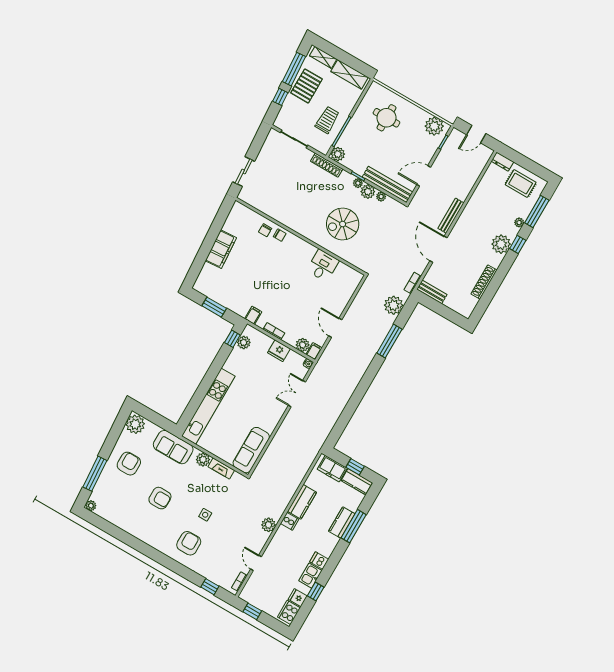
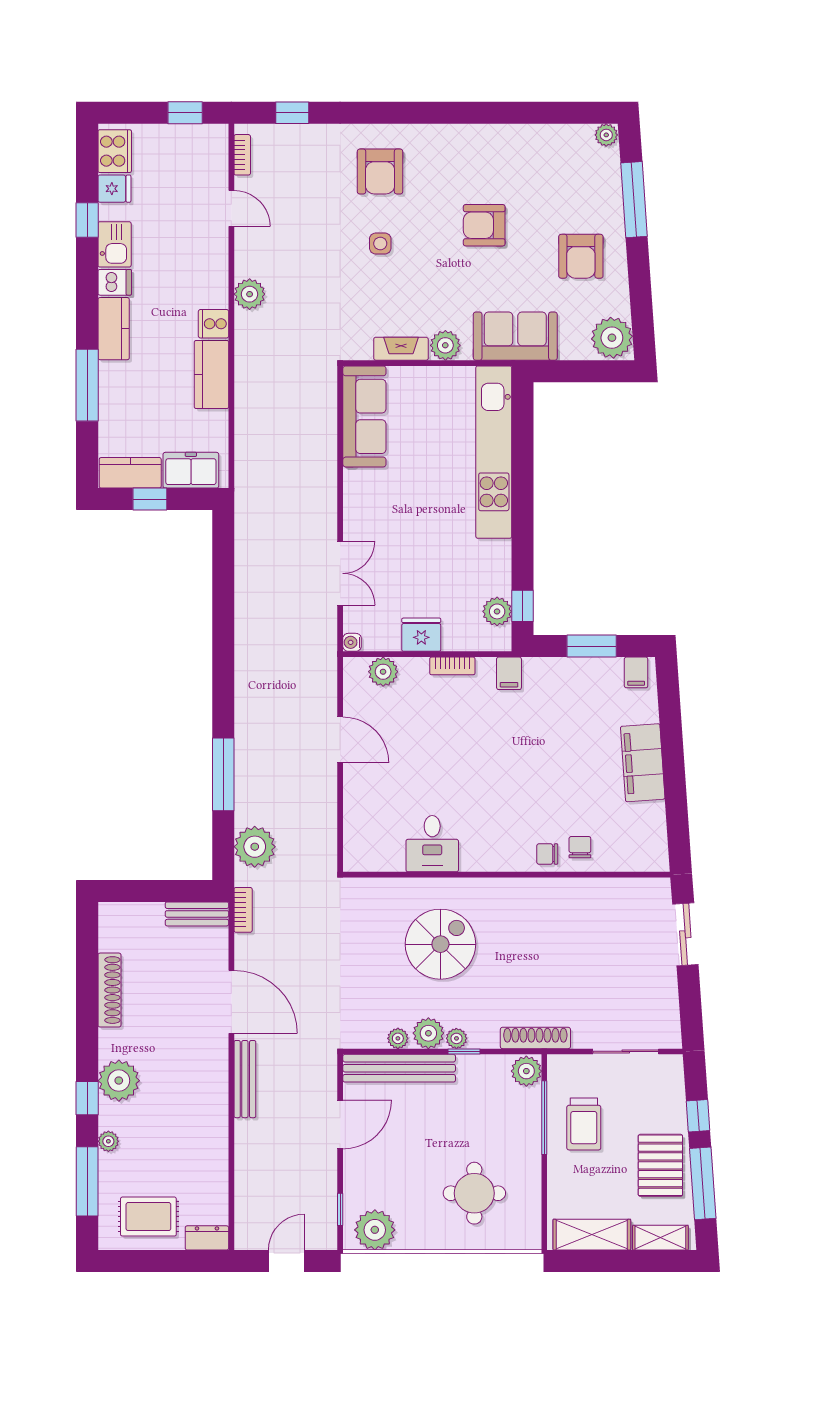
filing cabinet: (314, 351) -> (636, 672), moved
kitchen counter: (342, 523) -> (114, 329), moved

